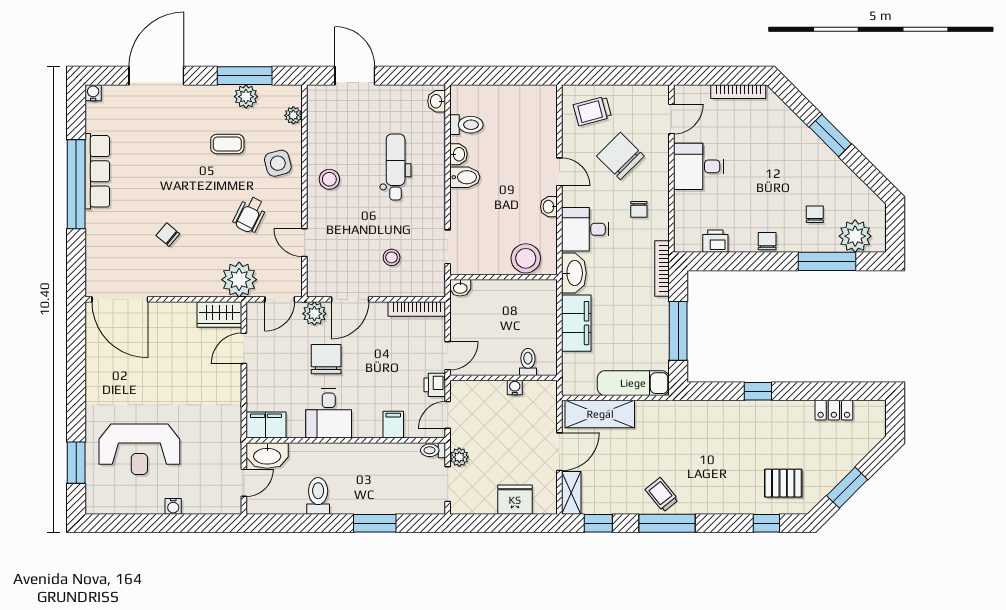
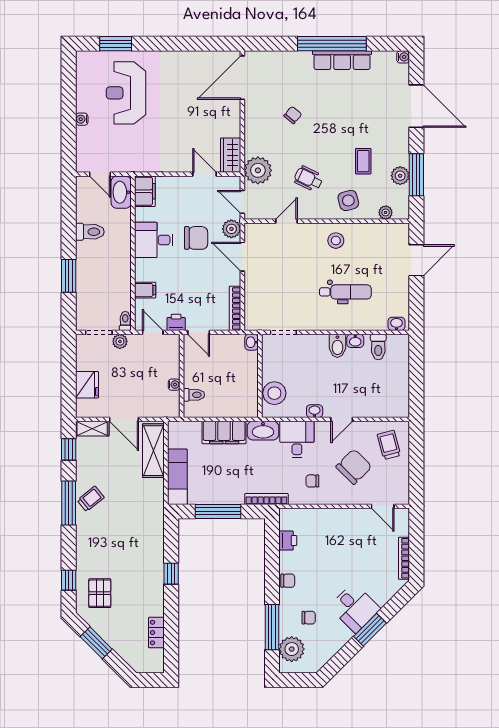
desk: (699, 166) -> (355, 608), moved, turned 135
stool: (392, 257) -> (275, 289), removed

